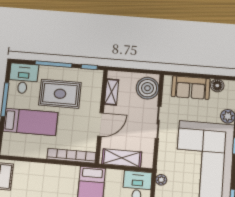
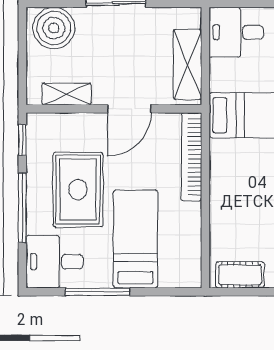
door: (101, 124) -> (129, 109), swing flipped

